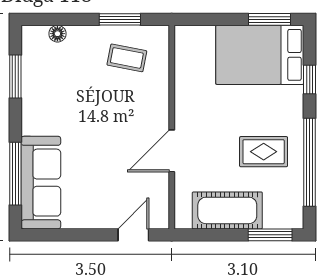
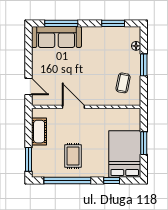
window: (120, 19) -> (144, 65), moved
window: (269, 19) -> (144, 143), moved
cot: (227, 210) -> (39, 132), width x0.73, depth x0.75

